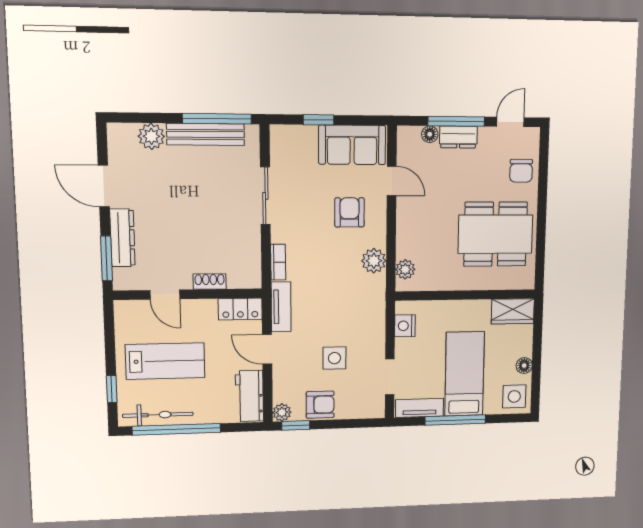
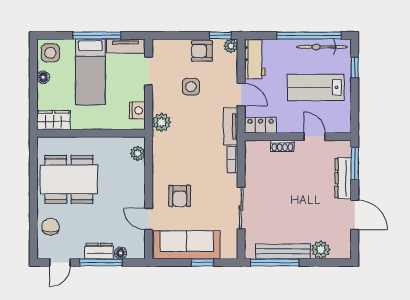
sofa: (352, 145) -> (187, 245), width x1.36
plant: (374, 261) -> (161, 122), moved

